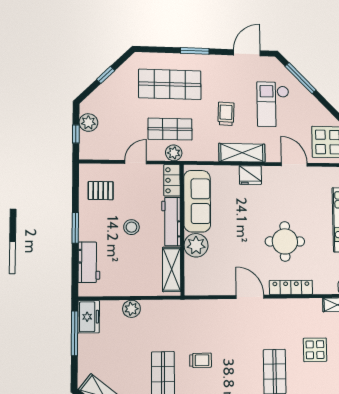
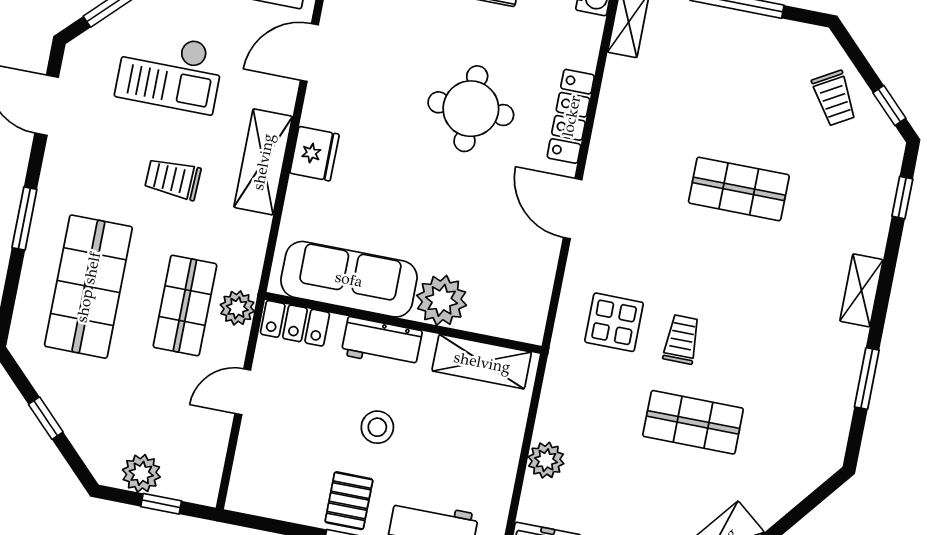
door: (136, 162) -> (243, 392), hinge flipped
pallet: (101, 191) -> (349, 501), moved
workbench: (171, 222) -> (382, 343), width x0.73
door: (250, 297) -> (573, 209), hinge flipped
display table: (315, 350) -> (614, 322), moved

